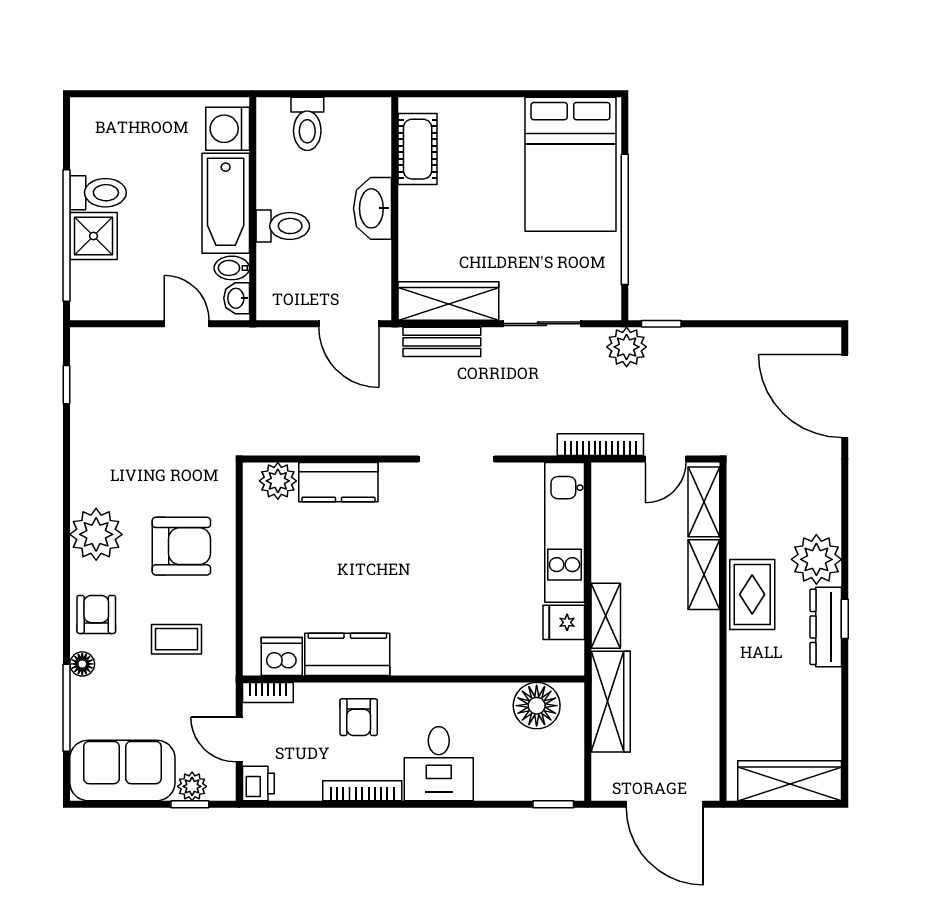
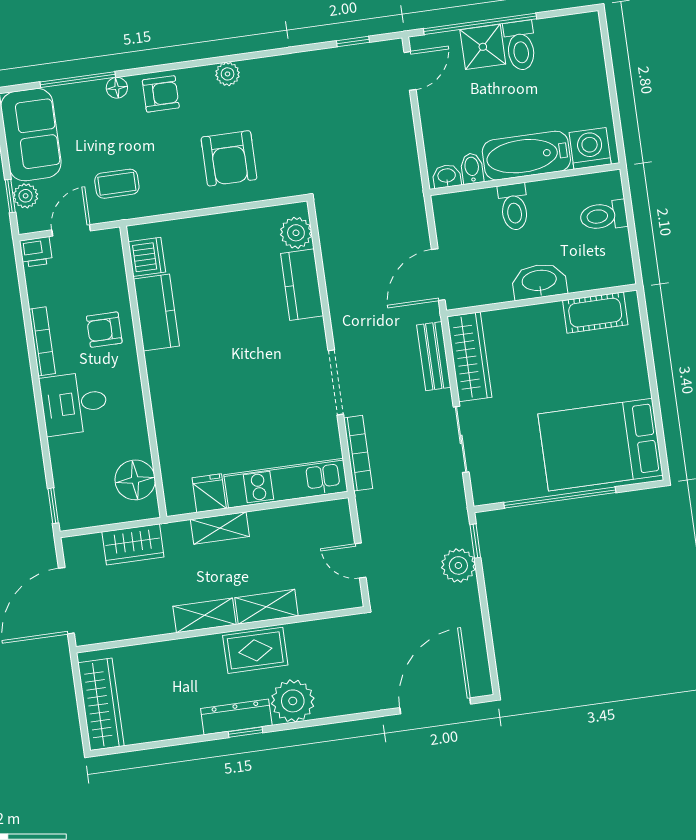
door: (187, 324) -> (410, 71), moved
plant: (627, 347) -> (458, 565), moved
bookcase: (600, 445) -> (358, 453), moved
shelving: (704, 502) -> (205, 615), moved
plant: (96, 534) -> (228, 74), width x0.53, depth x0.53
coffee table: (176, 639) -> (117, 184), moved, turned 90
bookcase: (268, 692) -> (115, 249), removed
wardrobe: (611, 702) -> (133, 544), width x0.67

